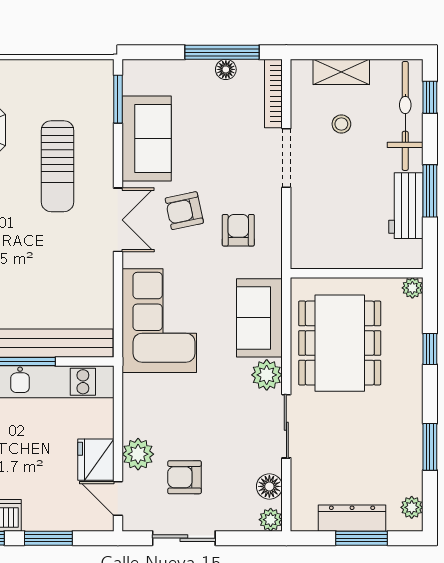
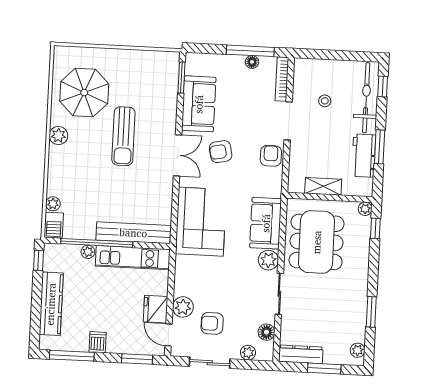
shelving: (341, 72) -> (323, 186), moved
sun lounger: (57, 166) -> (123, 136), moved
armchair: (238, 230) -> (271, 156), moved
window: (430, 349) -> (375, 228), moved
dresser: (352, 518) -> (301, 354), moved
plant: (271, 520) -> (248, 353), moved
window: (48, 538) -> (137, 359), moved

